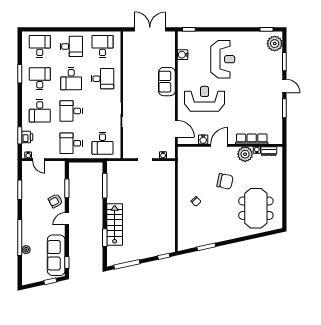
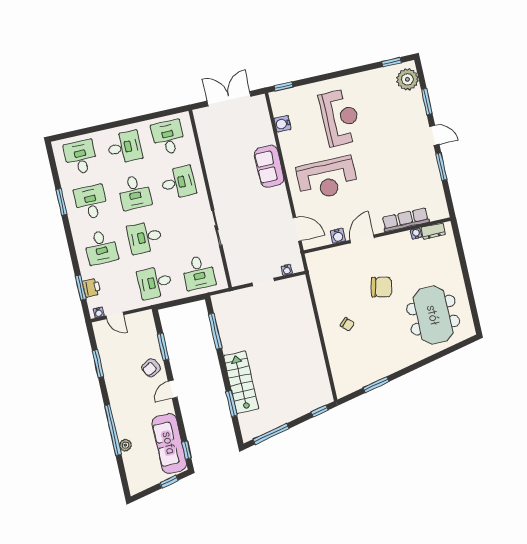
reception desk: (205, 99) -> (327, 178), turned 180
plant: (245, 154) -> (401, 243), removed

